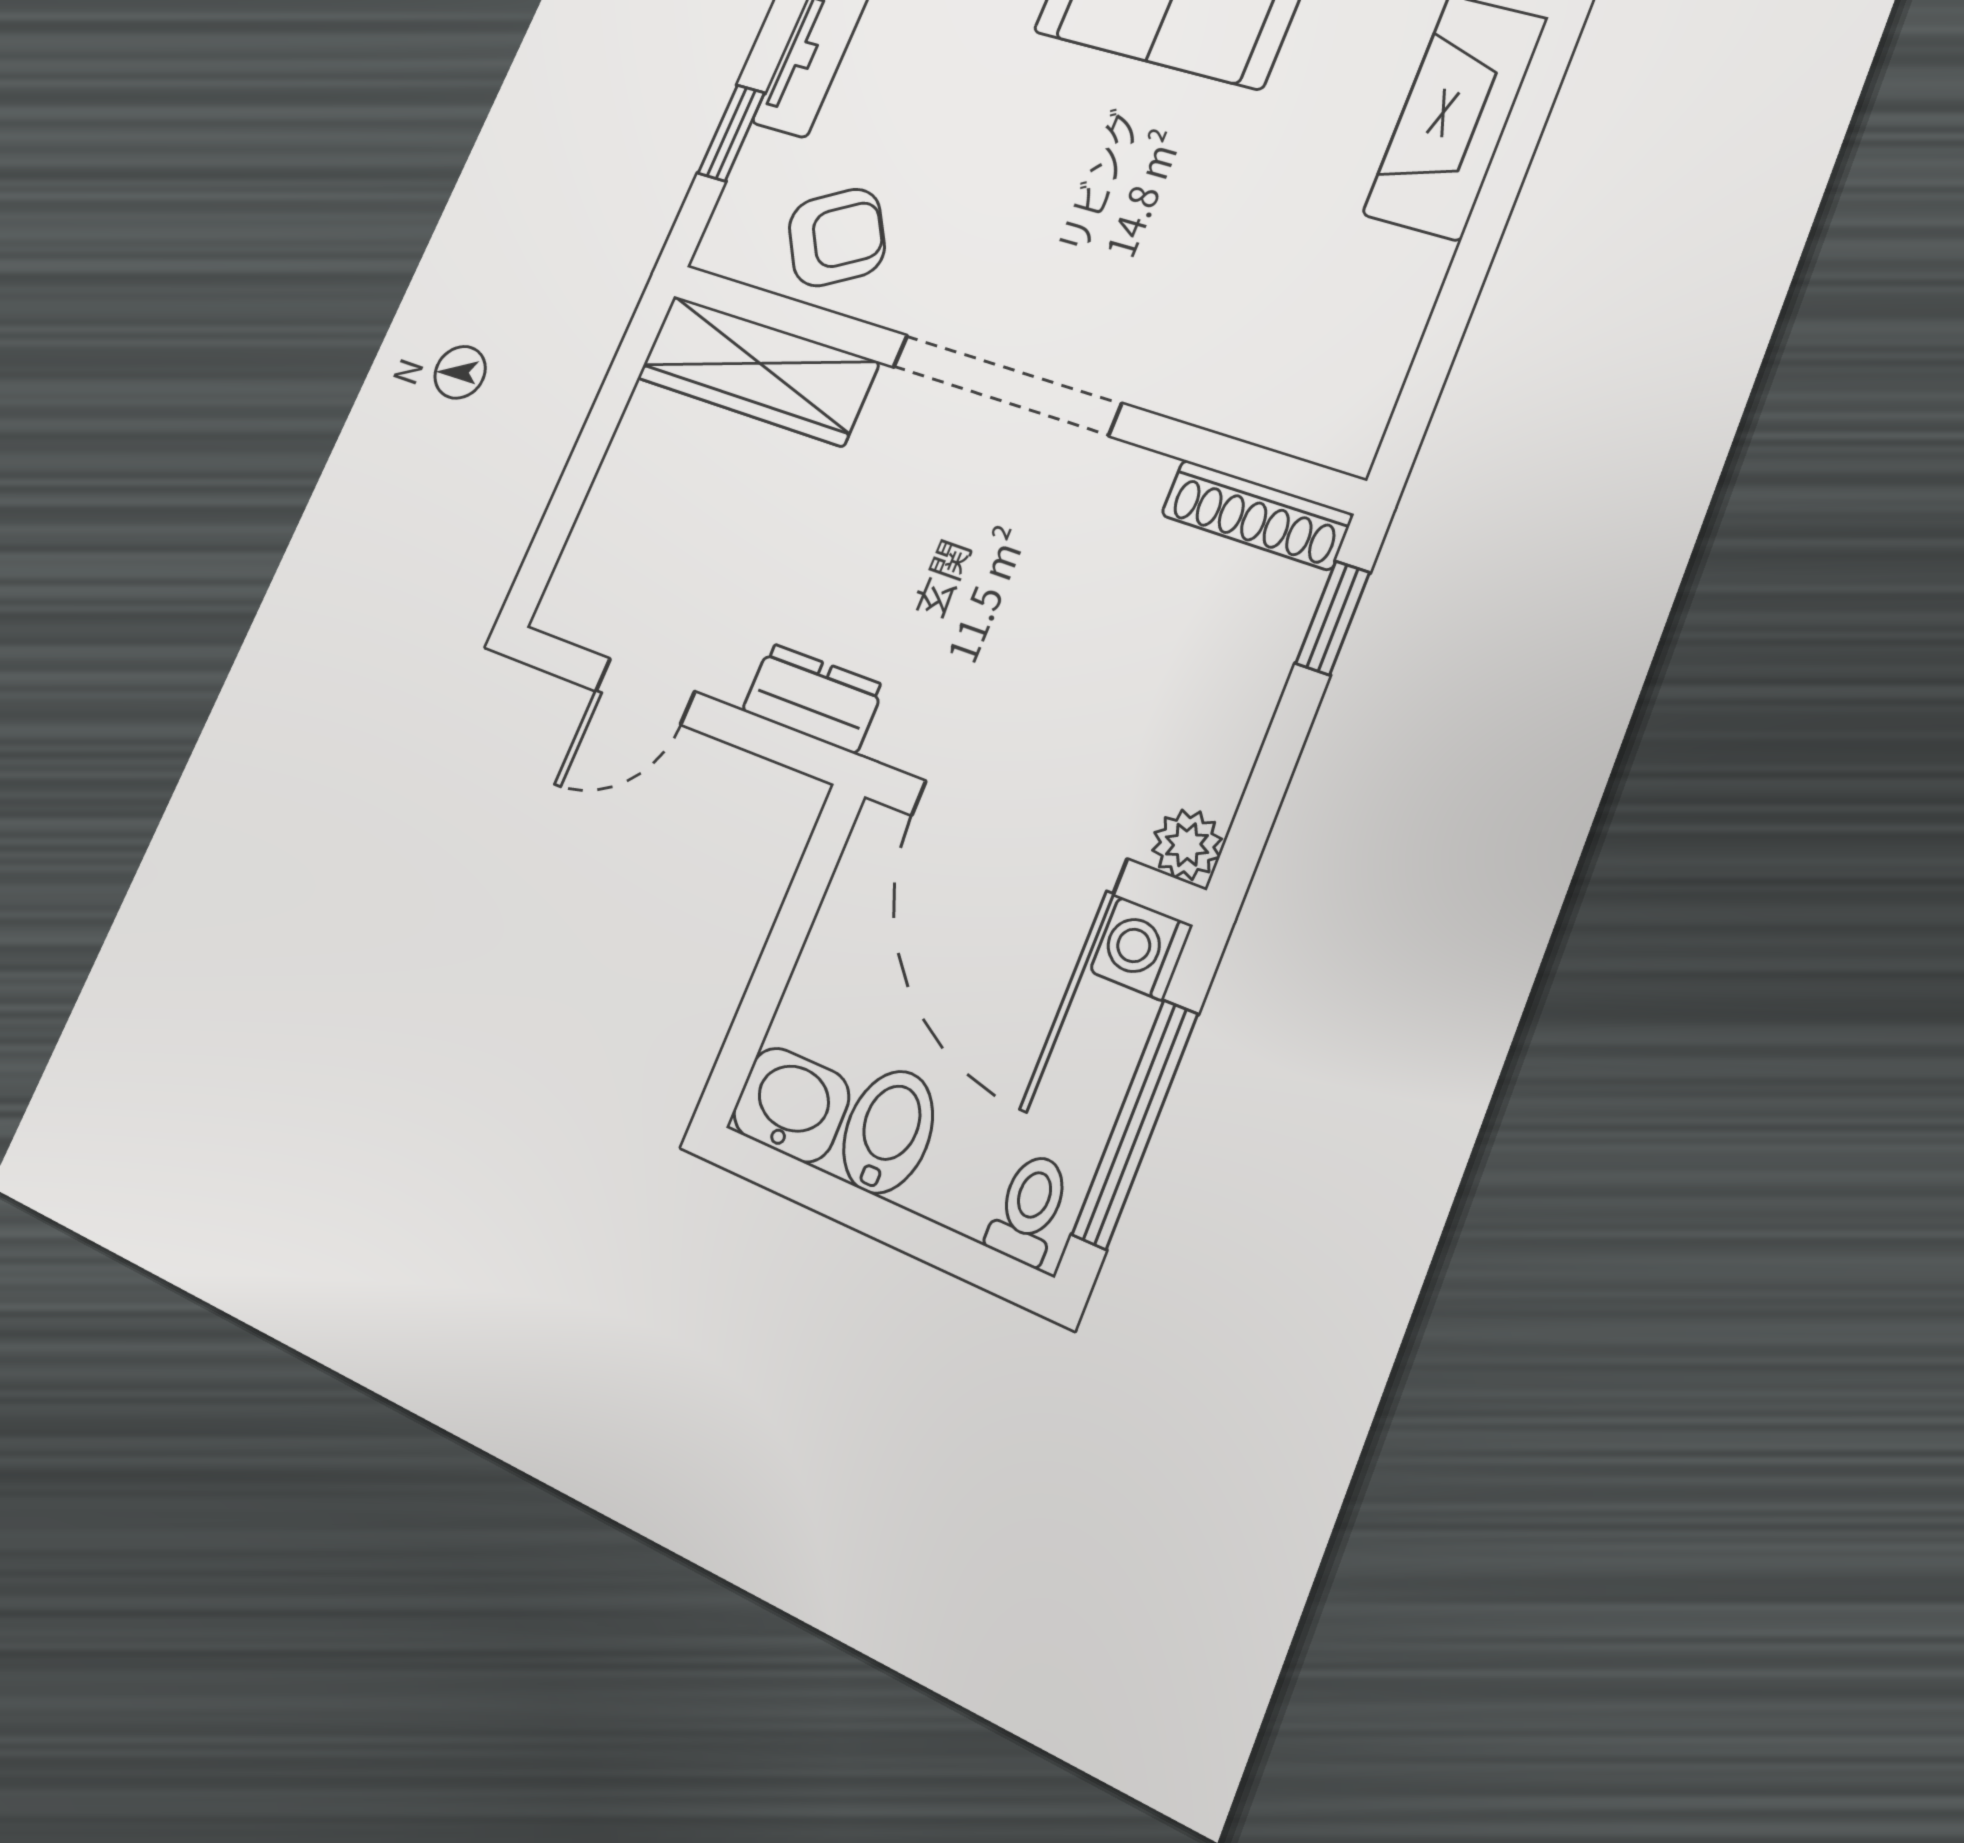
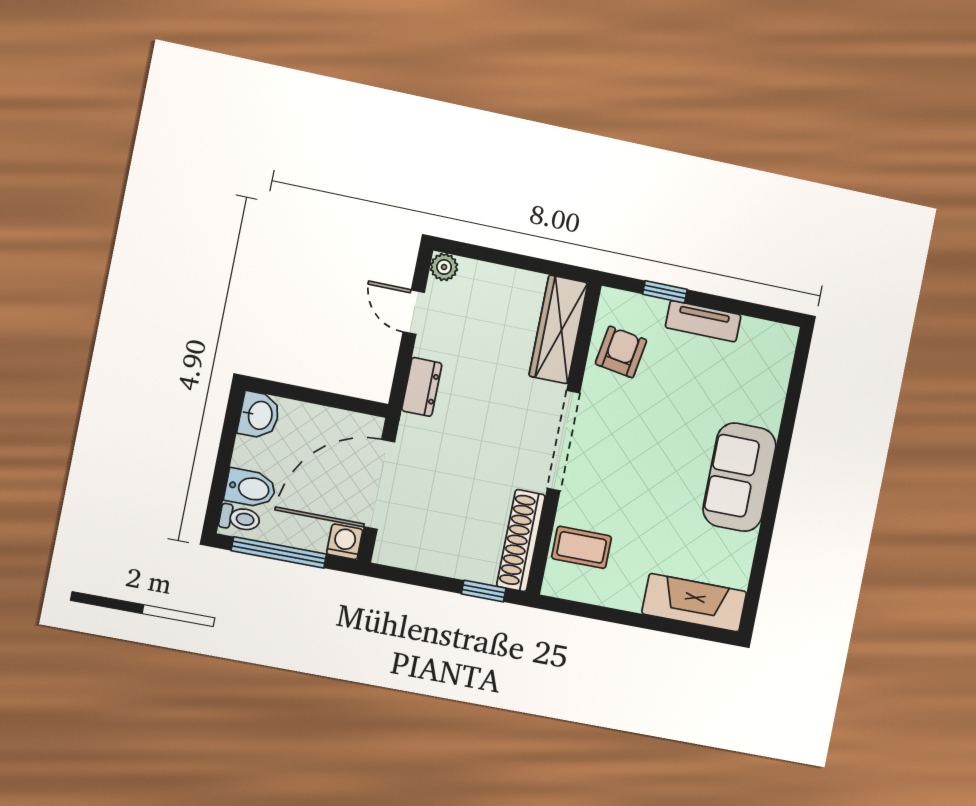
armchair: (837, 237) -> (621, 352), turned -140
coffee table: (1268, 369) -> (582, 547), added
shoe rack: (1256, 515) -> (521, 541), width x1.36, depth x1.24
plant: (1187, 845) -> (444, 267), moved
bidet: (888, 1132) -> (250, 488), moved

